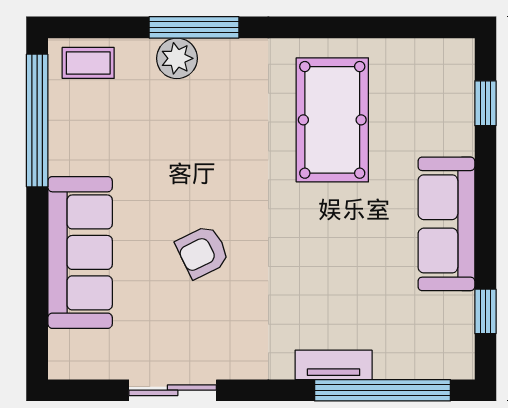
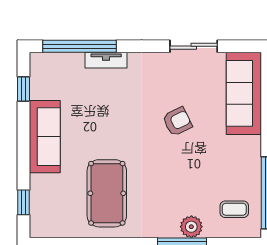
coffee table: (88, 63) -> (234, 209), moved
sofa: (80, 252) -> (244, 93), moved

